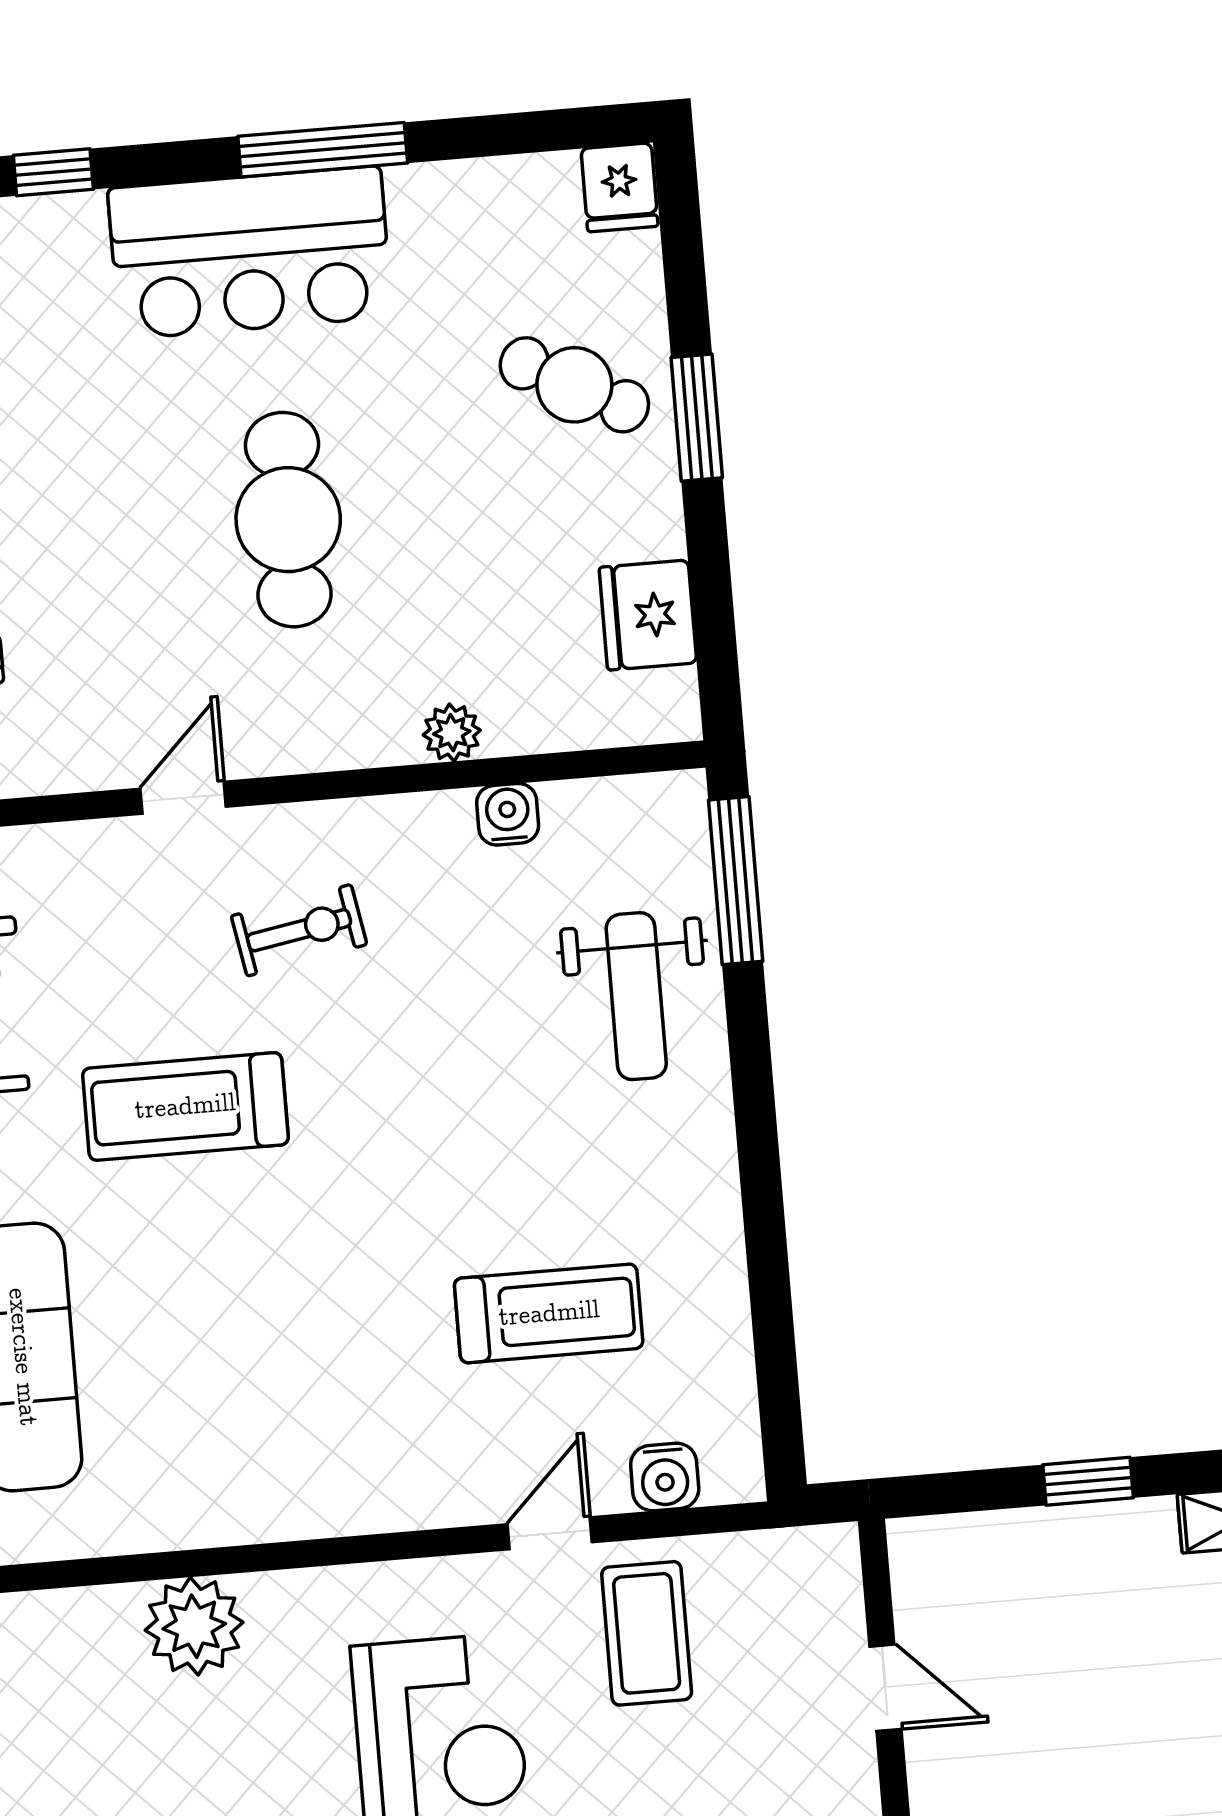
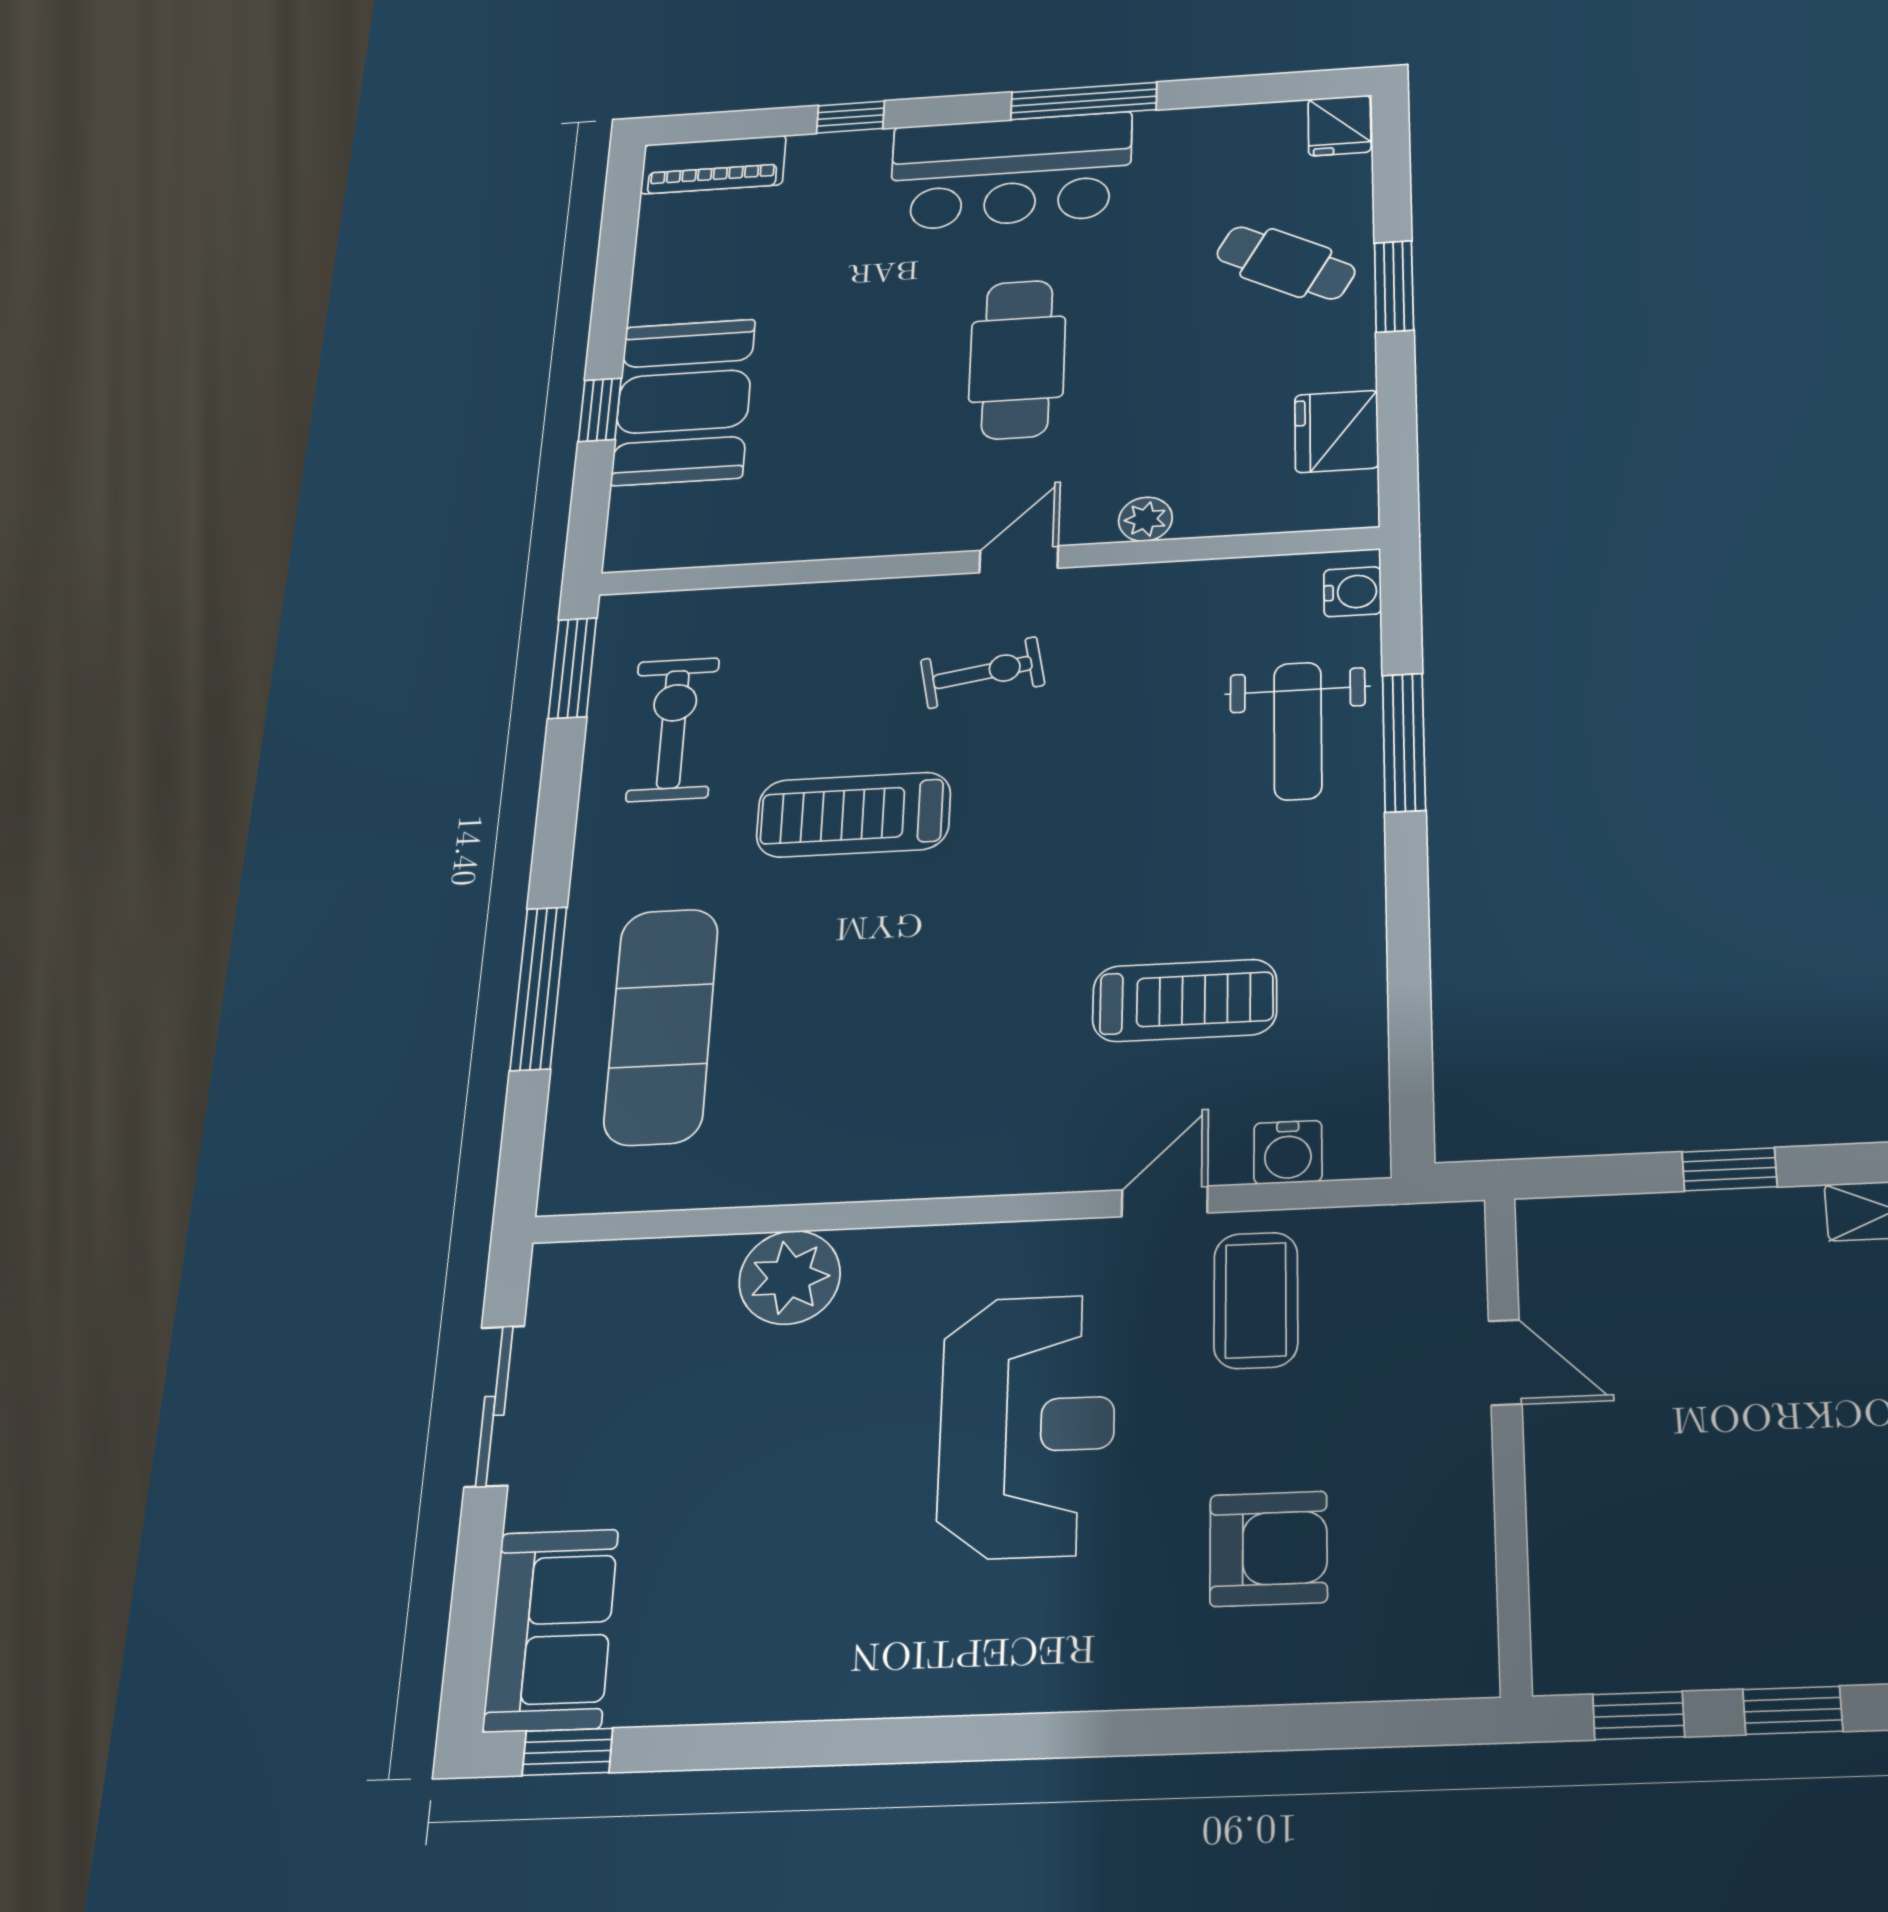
door: (183, 798) -> (1019, 559), moved
water cooler: (508, 814) -> (1353, 592), moved, turned 90
window: (736, 881) -> (1404, 742), moved

